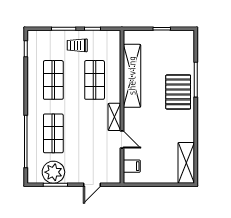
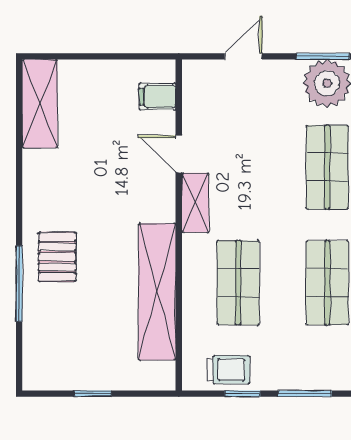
trolley: (77, 45) -> (228, 370), moved
pallet: (178, 92) -> (57, 257), width x0.67, depth x0.71

